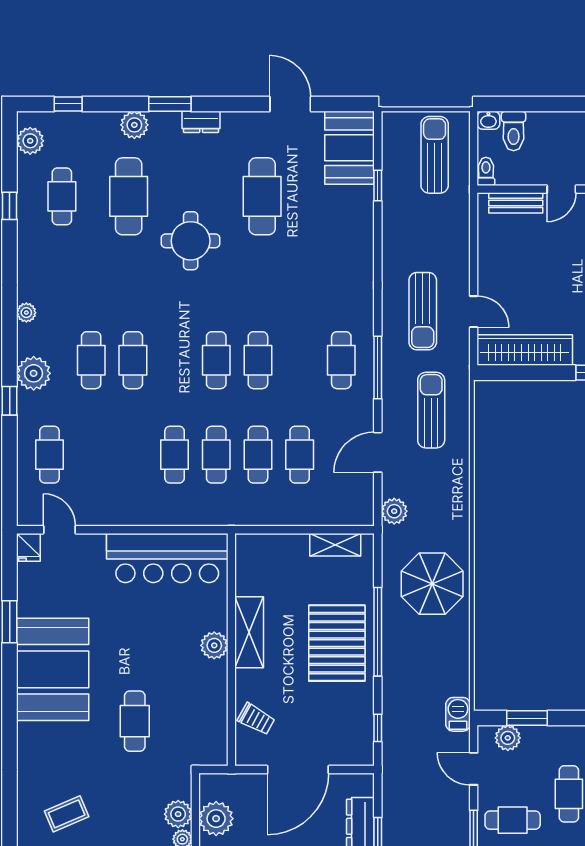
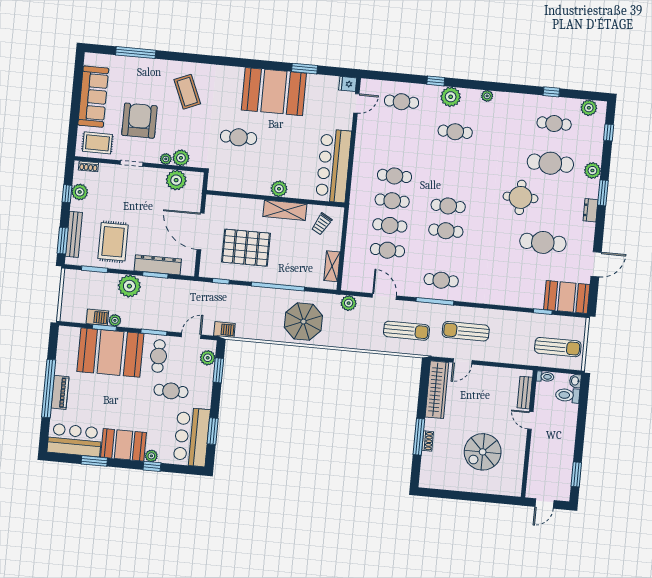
cafe table: (133, 360) -> (453, 156), removed
pallet: (337, 643) -> (246, 248), moved
trolley: (256, 719) -> (322, 224), moved
coffee table: (67, 814) -> (187, 92), width x1.36, depth x1.30

